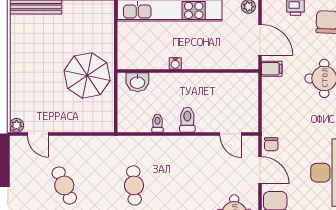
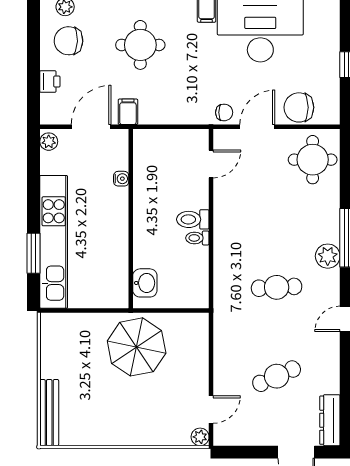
water cooler: (175, 63) -> (121, 179), moved
toilet: (157, 123) -> (197, 238), moved

